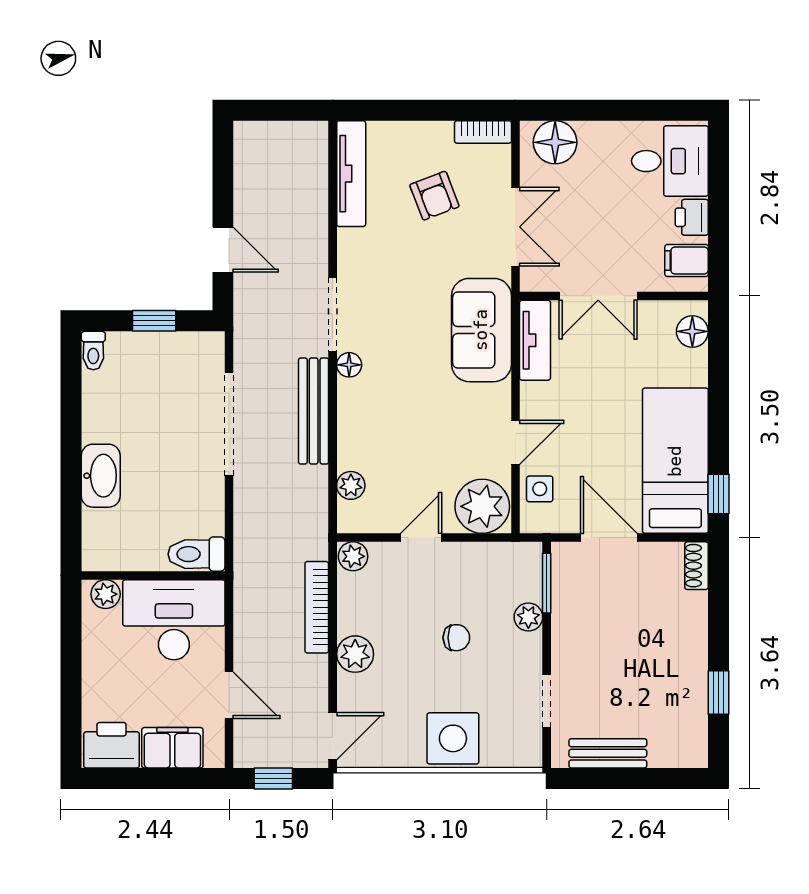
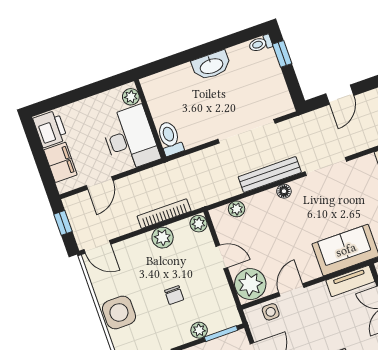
window: (154, 321) -> (282, 54), moved
floor lamp: (349, 365) -> (284, 191), moved
door: (516, 442) -> (291, 290), swing flipped
washbasin: (101, 476) -> (211, 66), moved
plant: (355, 654) -> (163, 238), moved

